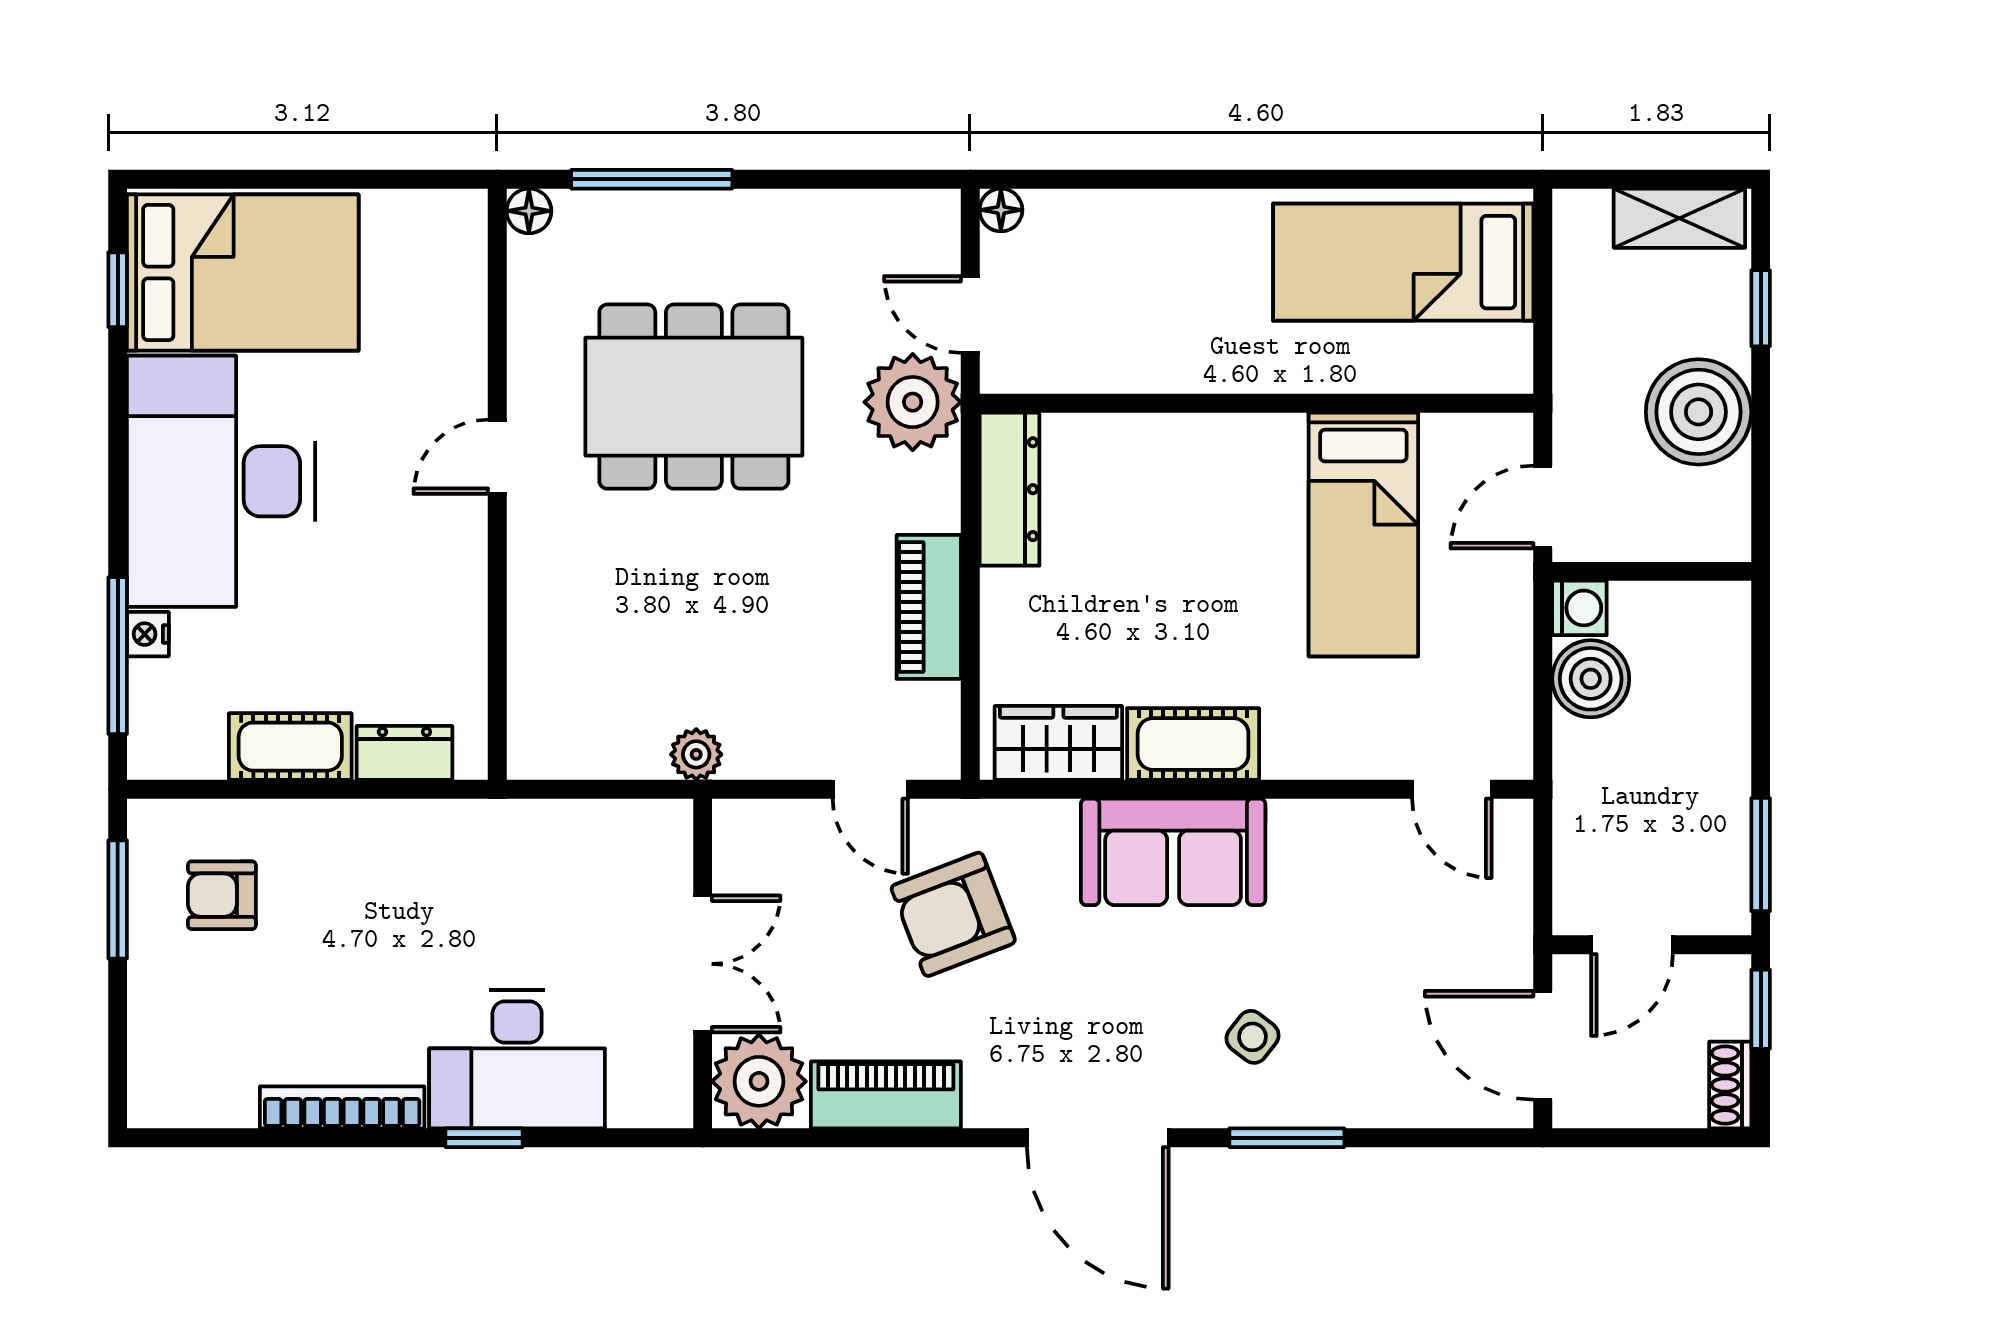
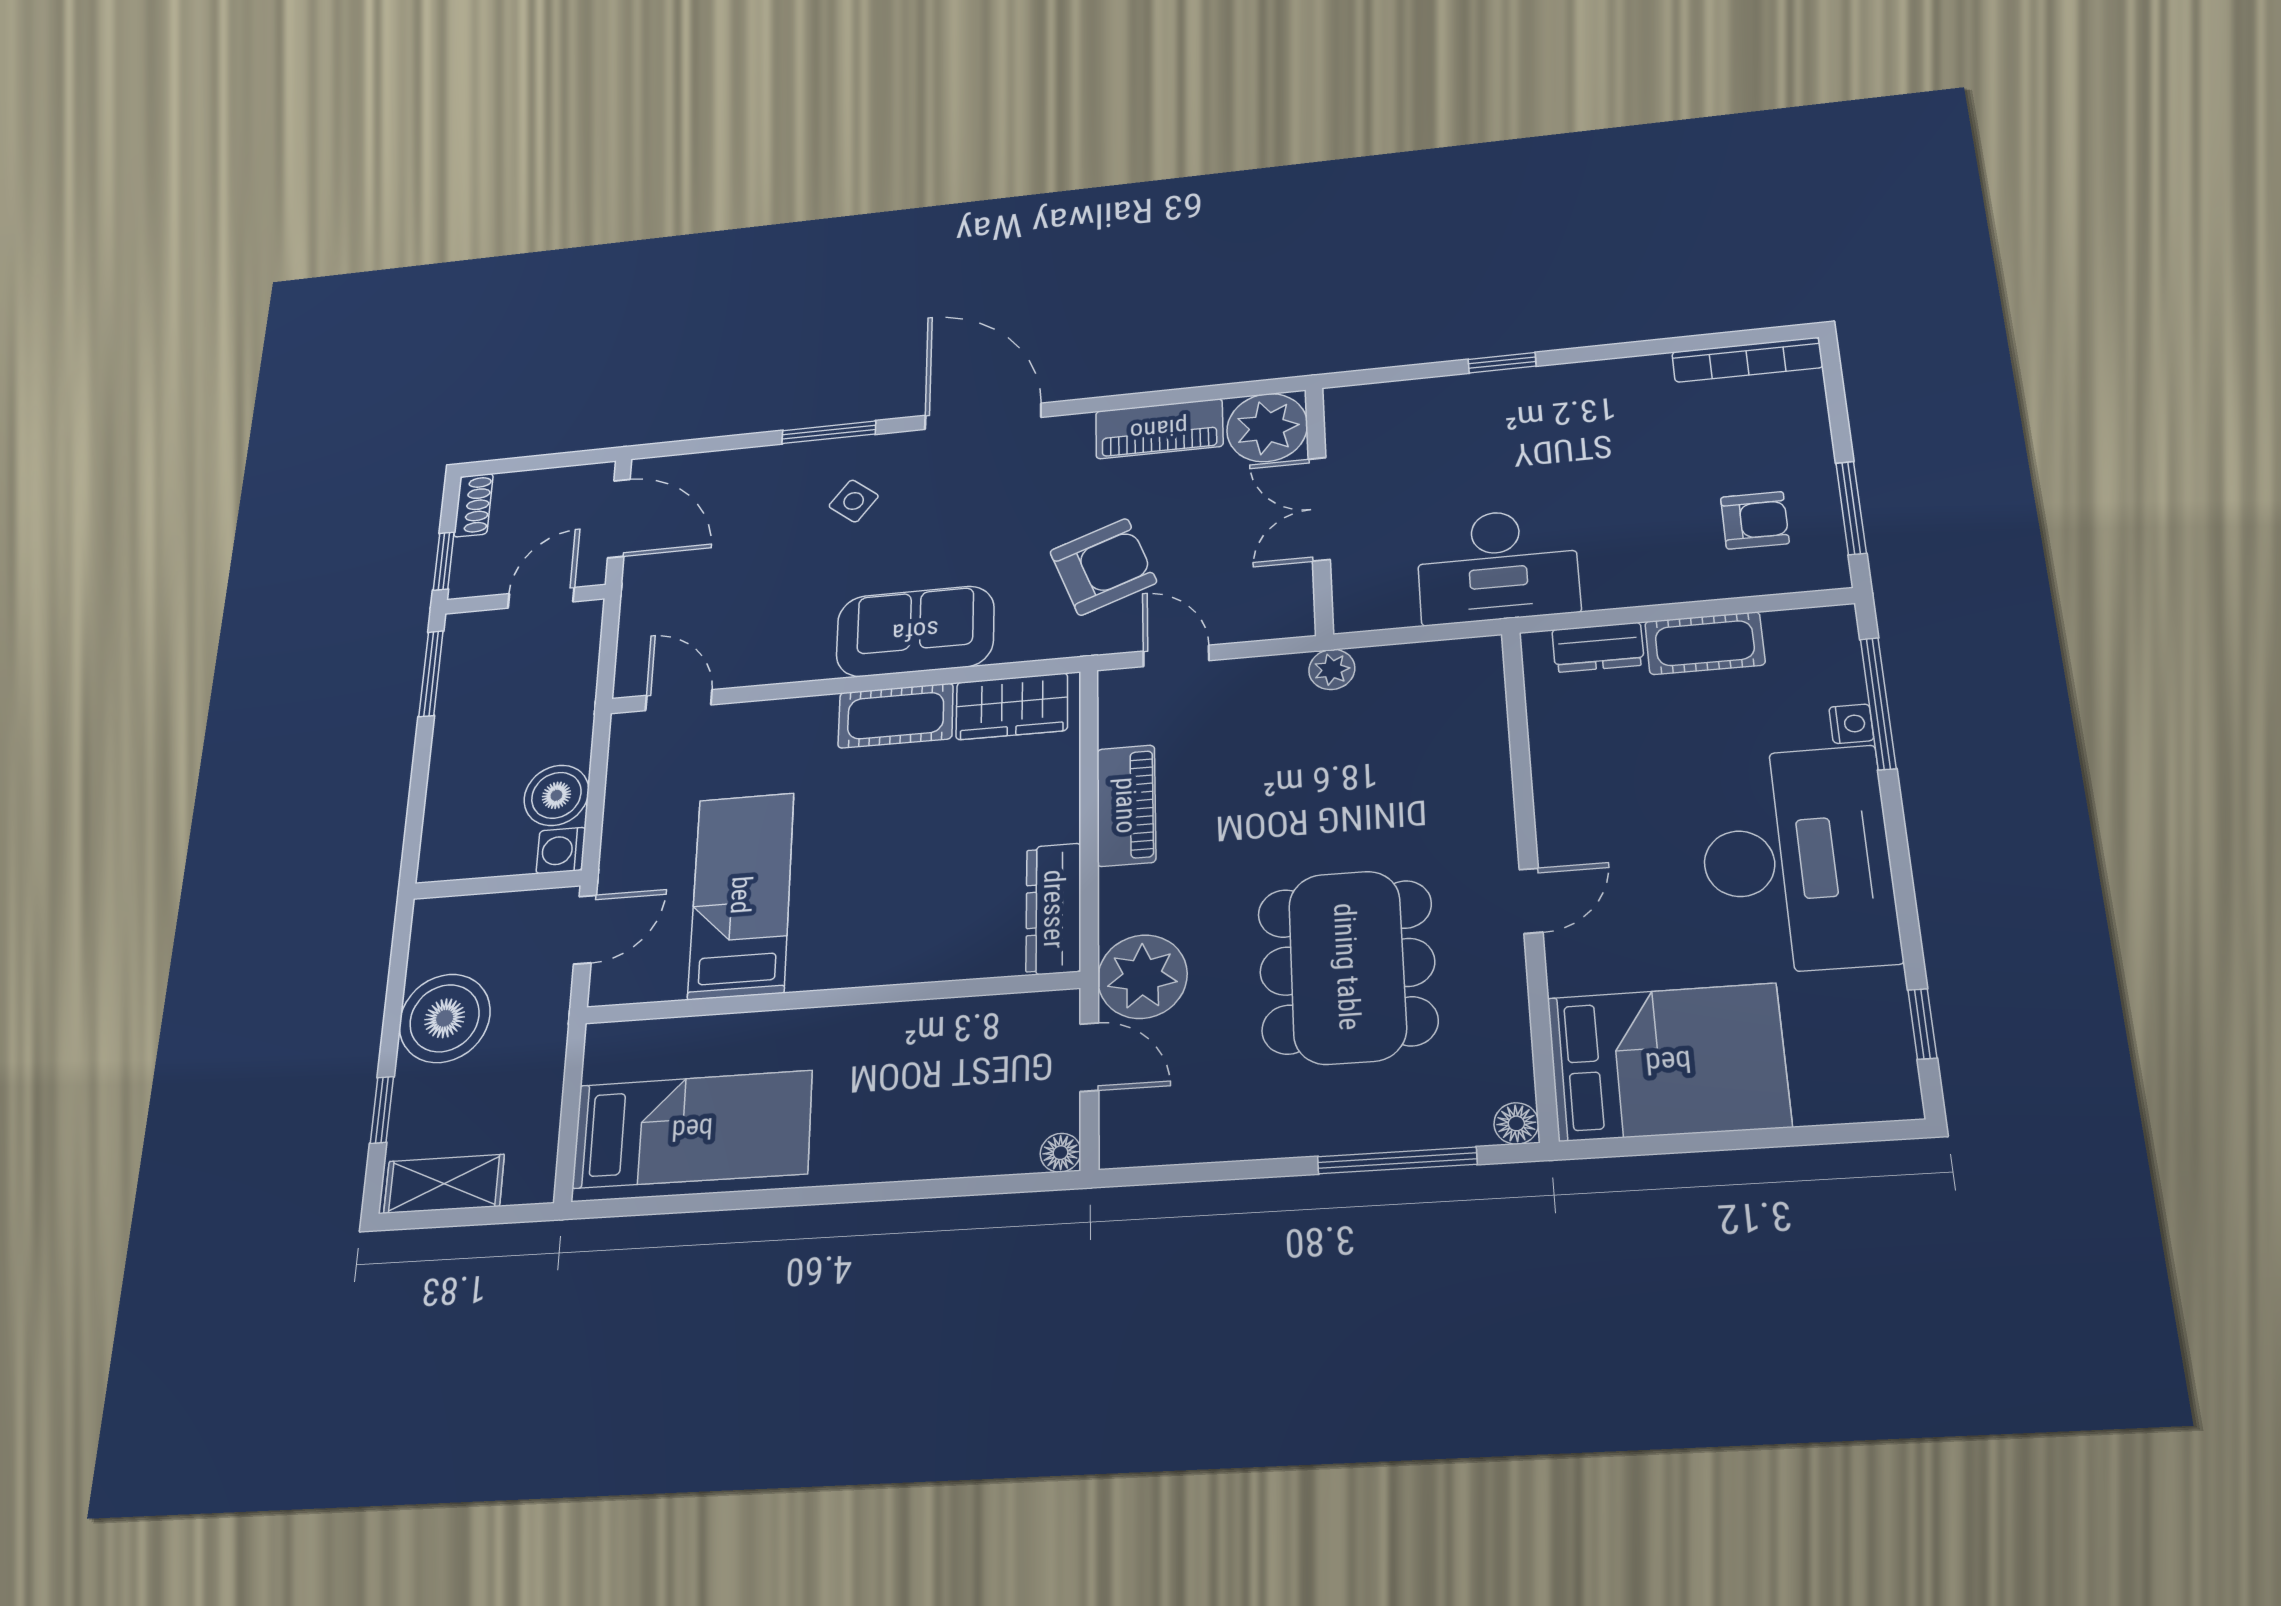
bed: (243, 273) -> (1668, 1062), moved, turned 180
dining table: (694, 397) -> (1347, 967), turned 90
desk: (517, 1059) -> (1498, 566), moved, turned 180
bookcase: (342, 1107) -> (1747, 360), moved

